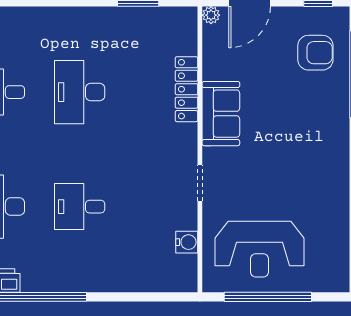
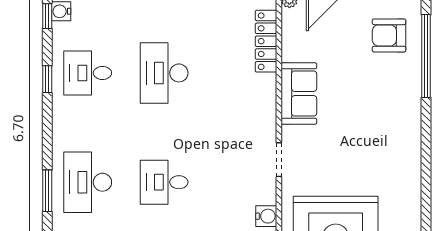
armchair: (315, 53) -> (389, 35), turned 180
locker: (187, 89) -> (266, 41), moved

